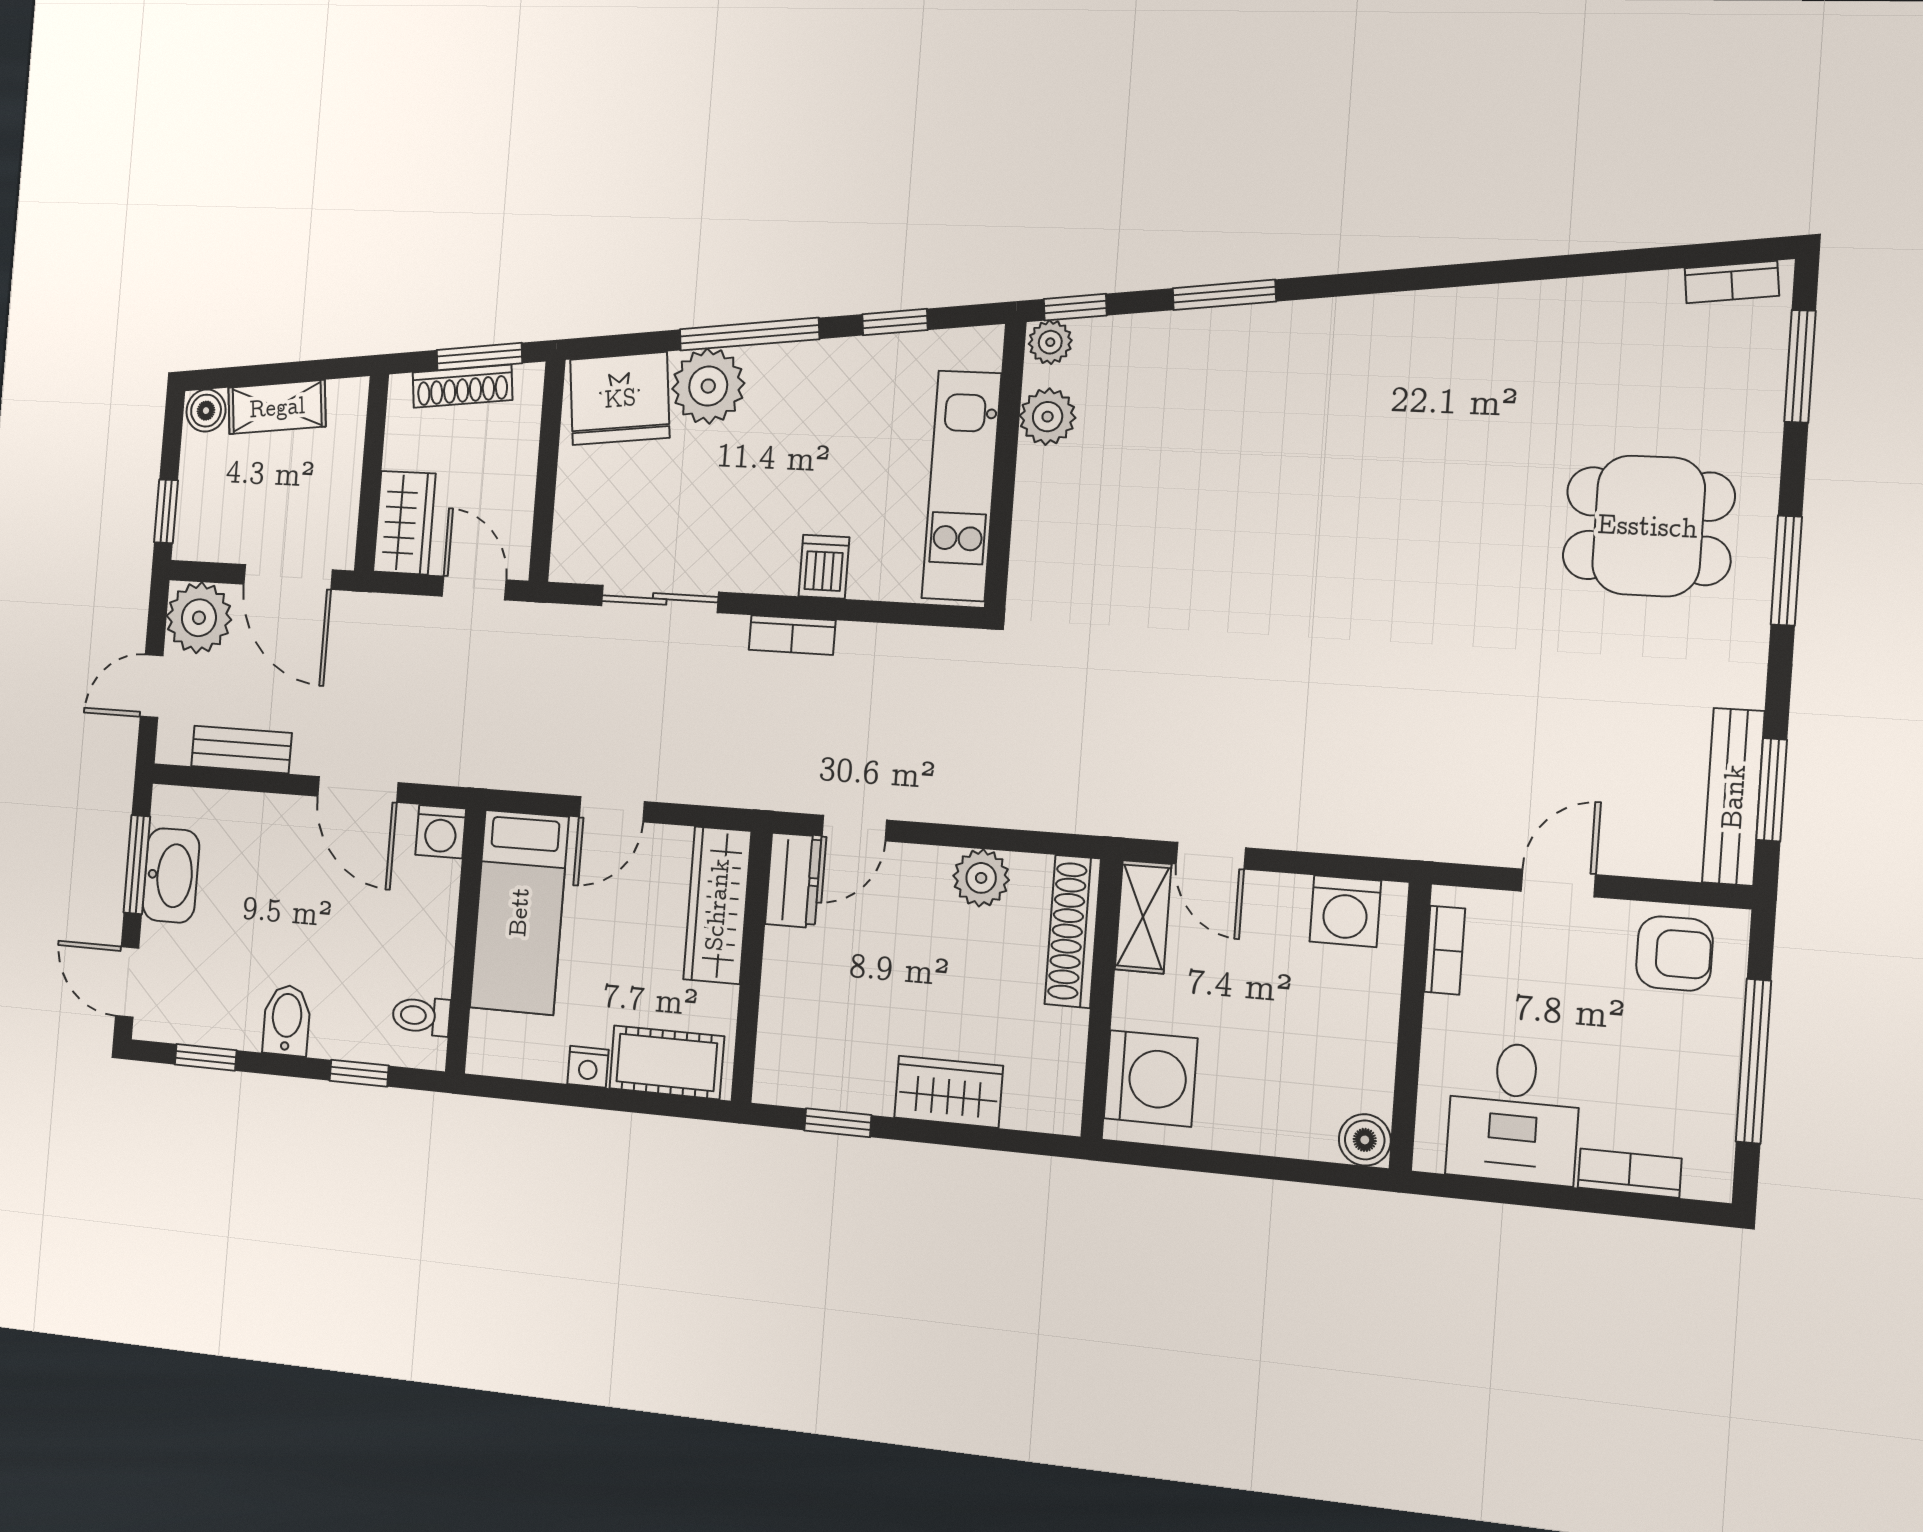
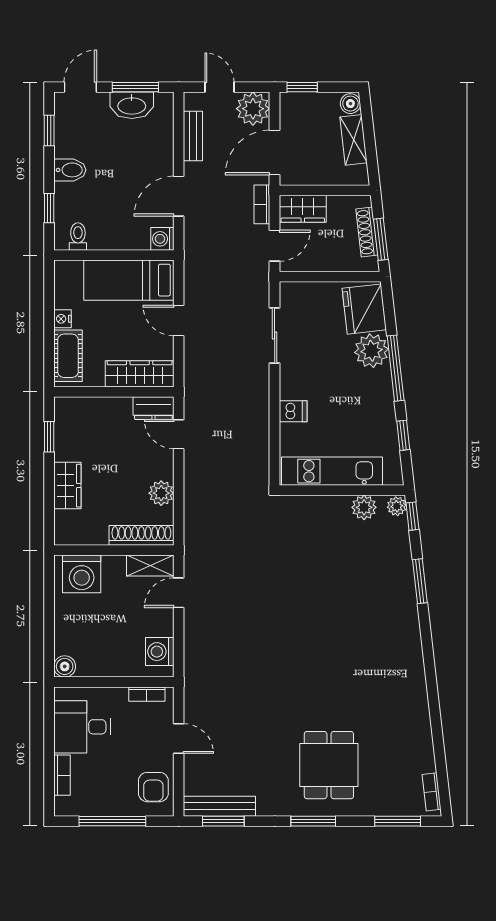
bookcase: (792, 635) -> (262, 204), moved

